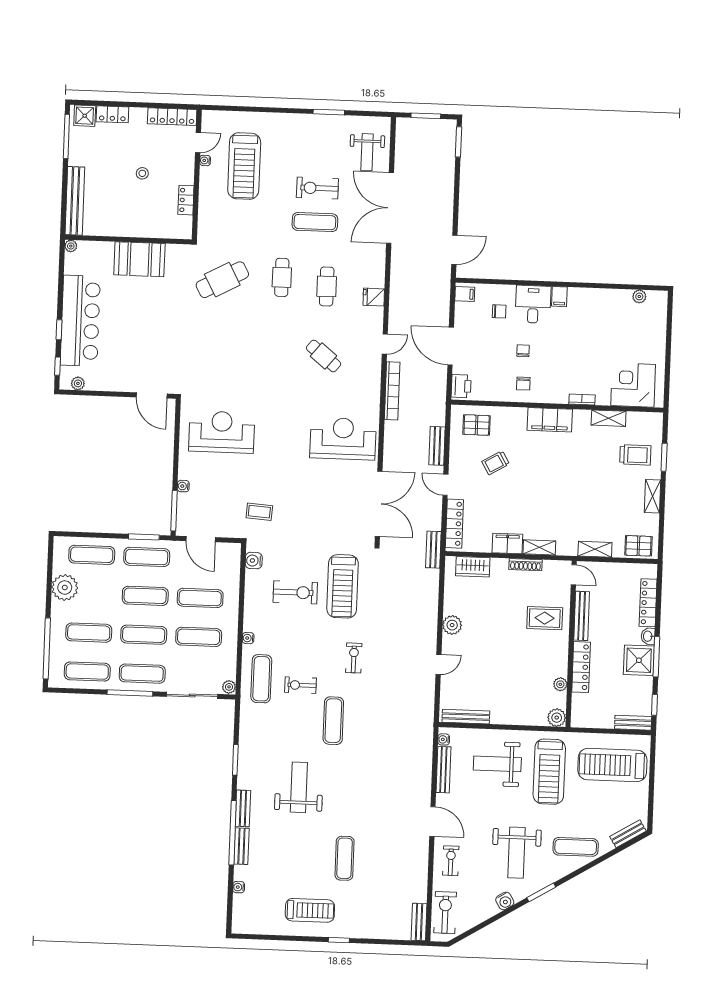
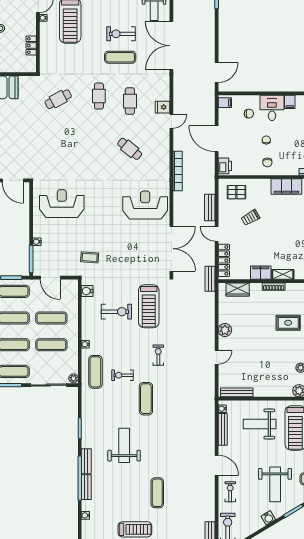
cafe table: (222, 280) -> (58, 99), width x0.73, depth x0.74
door: (385, 344) -> (171, 121), moved

